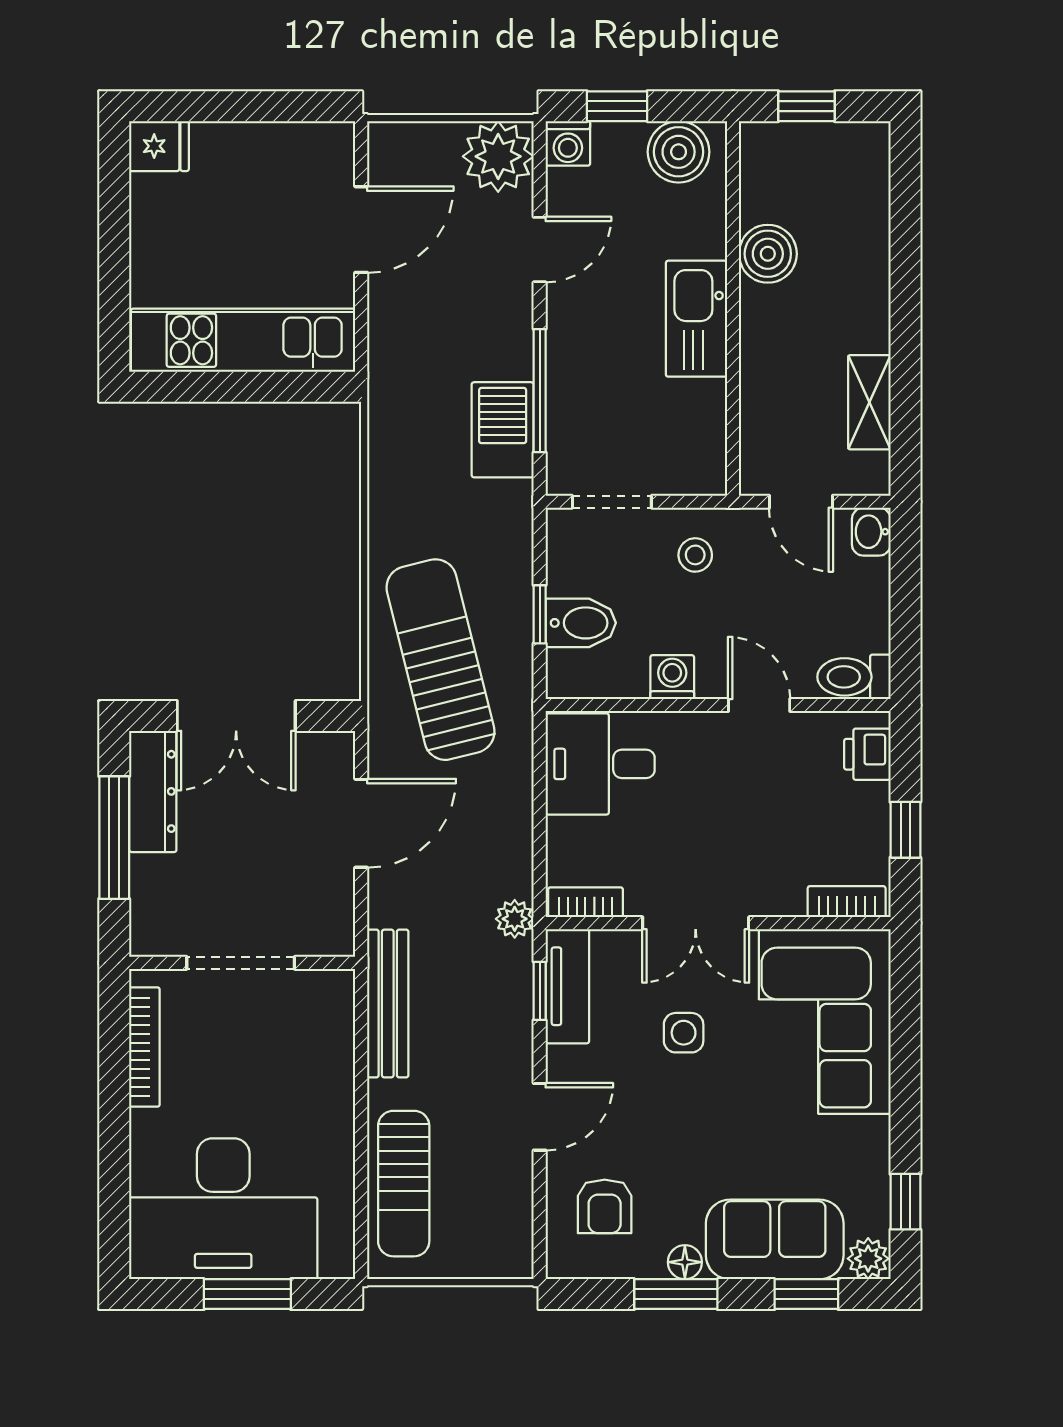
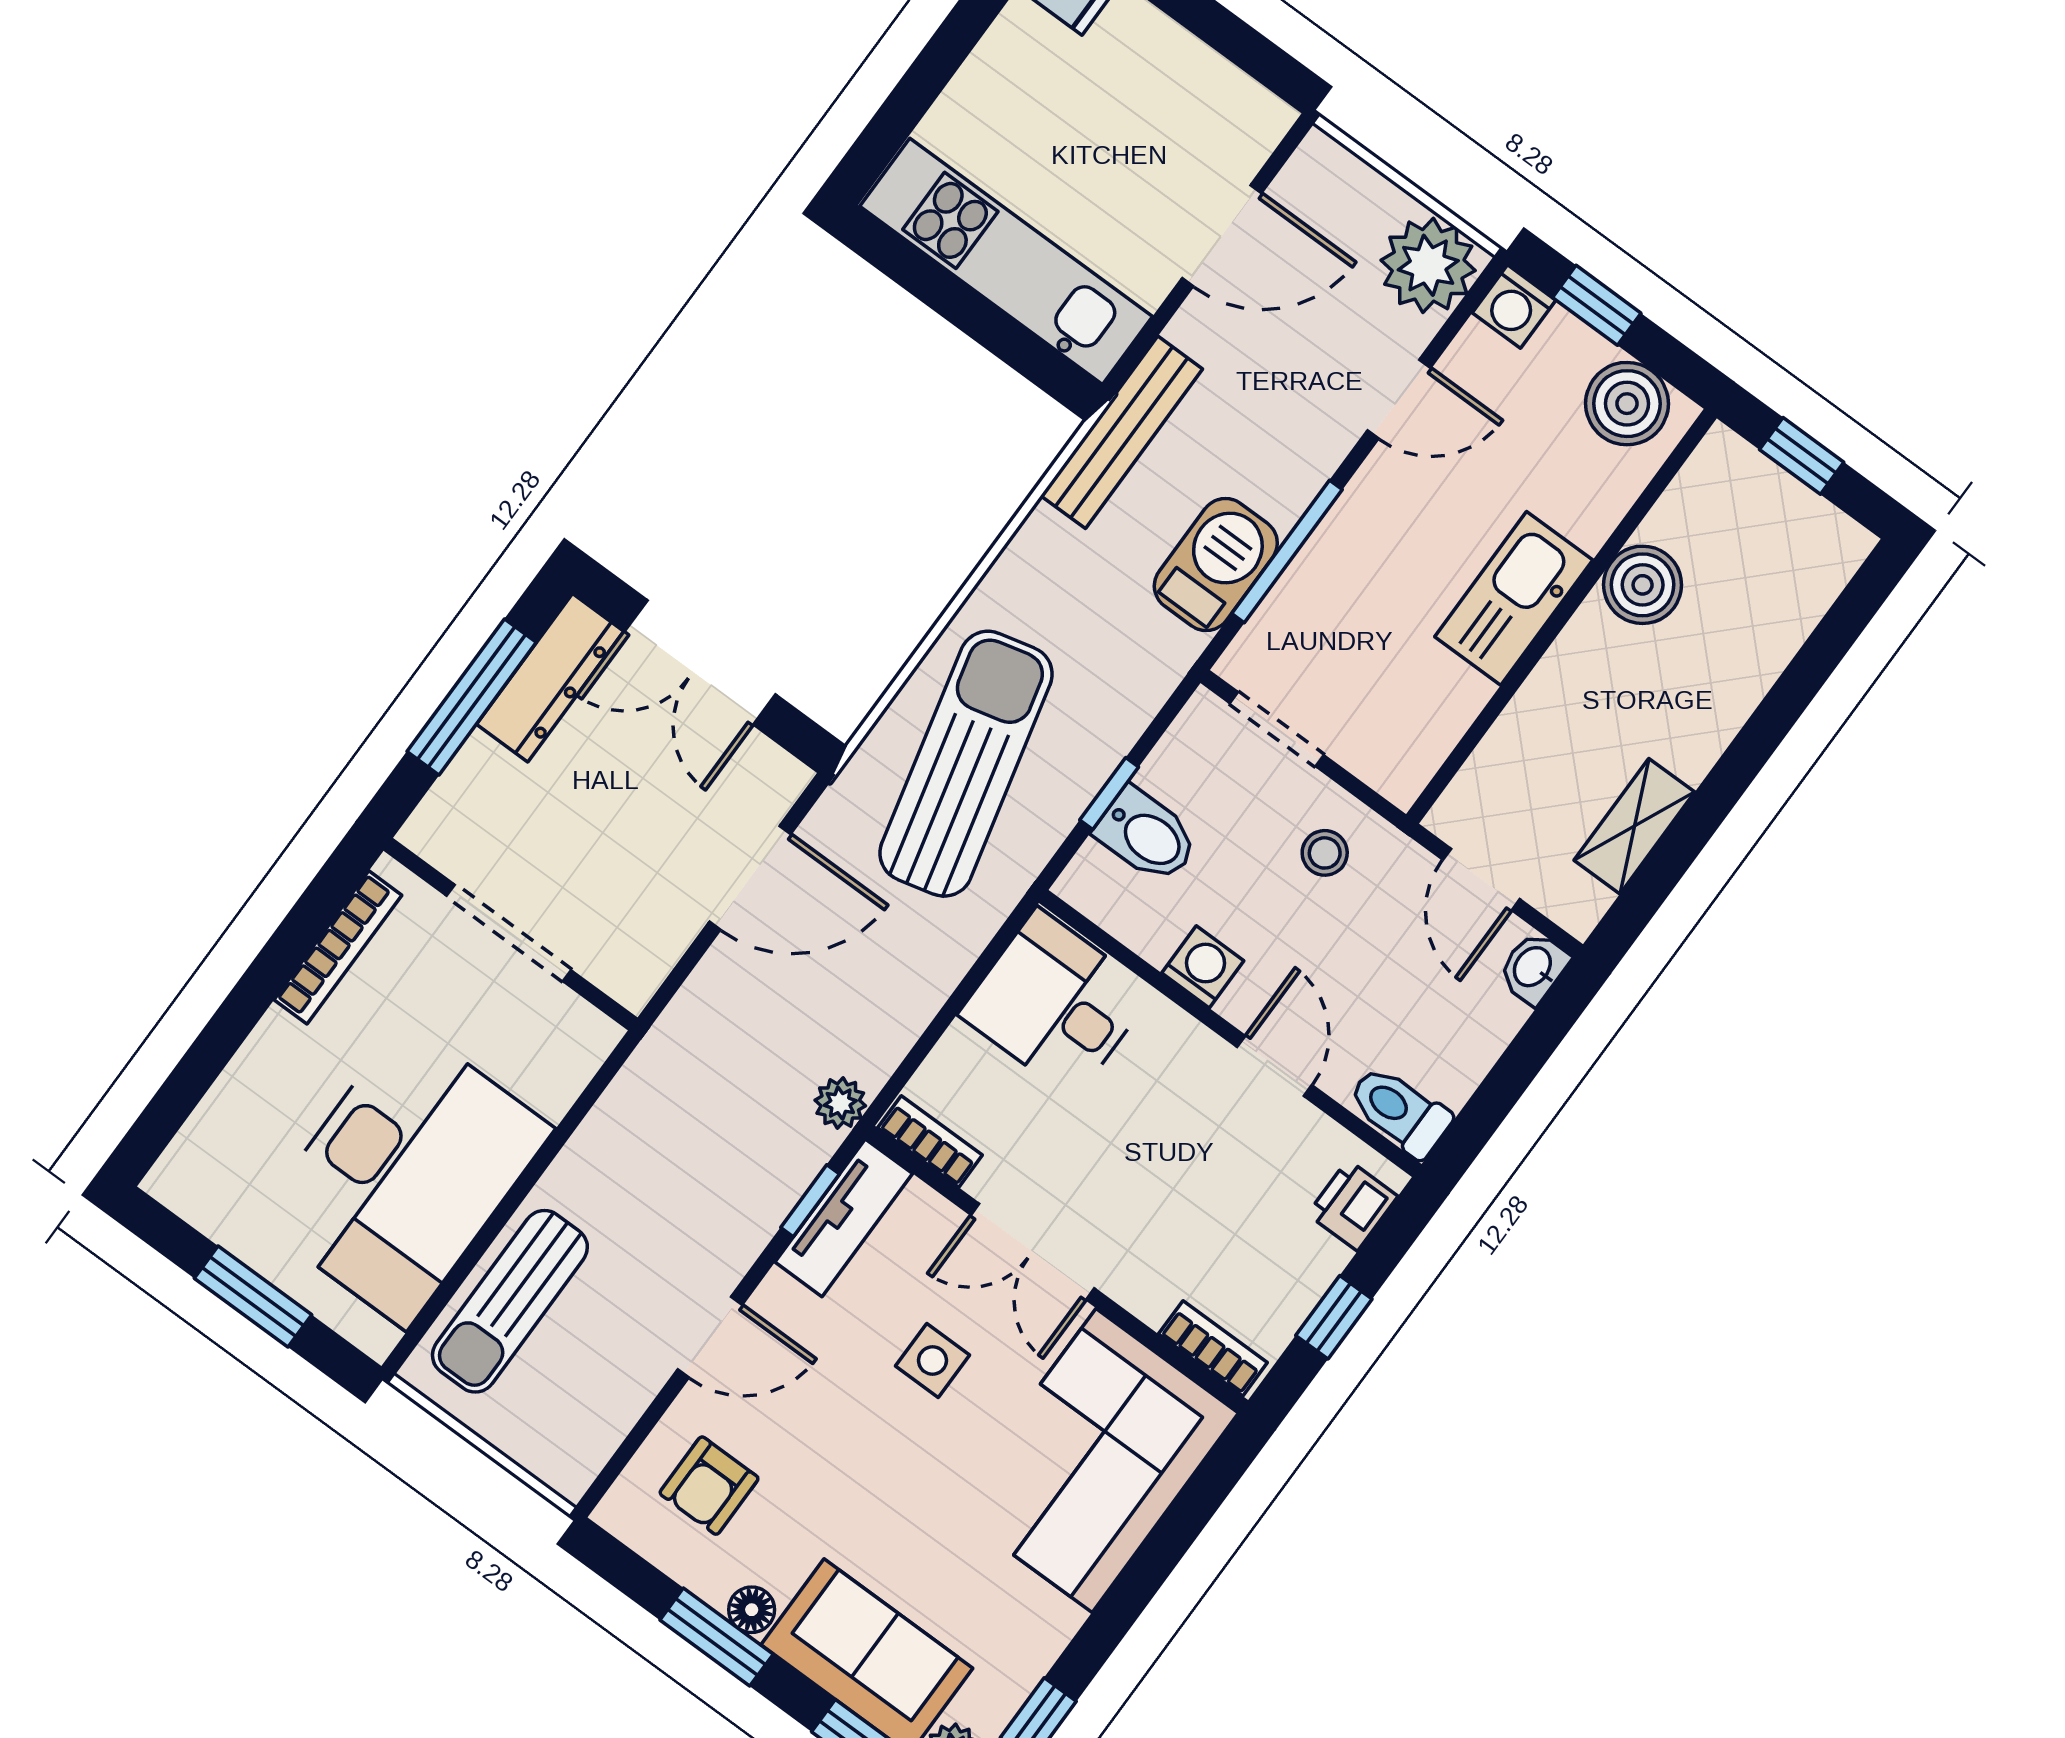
bench: (388, 1003) -> (1122, 432), moved
desk: (223, 1209) -> (405, 1174), moved, turned -90

